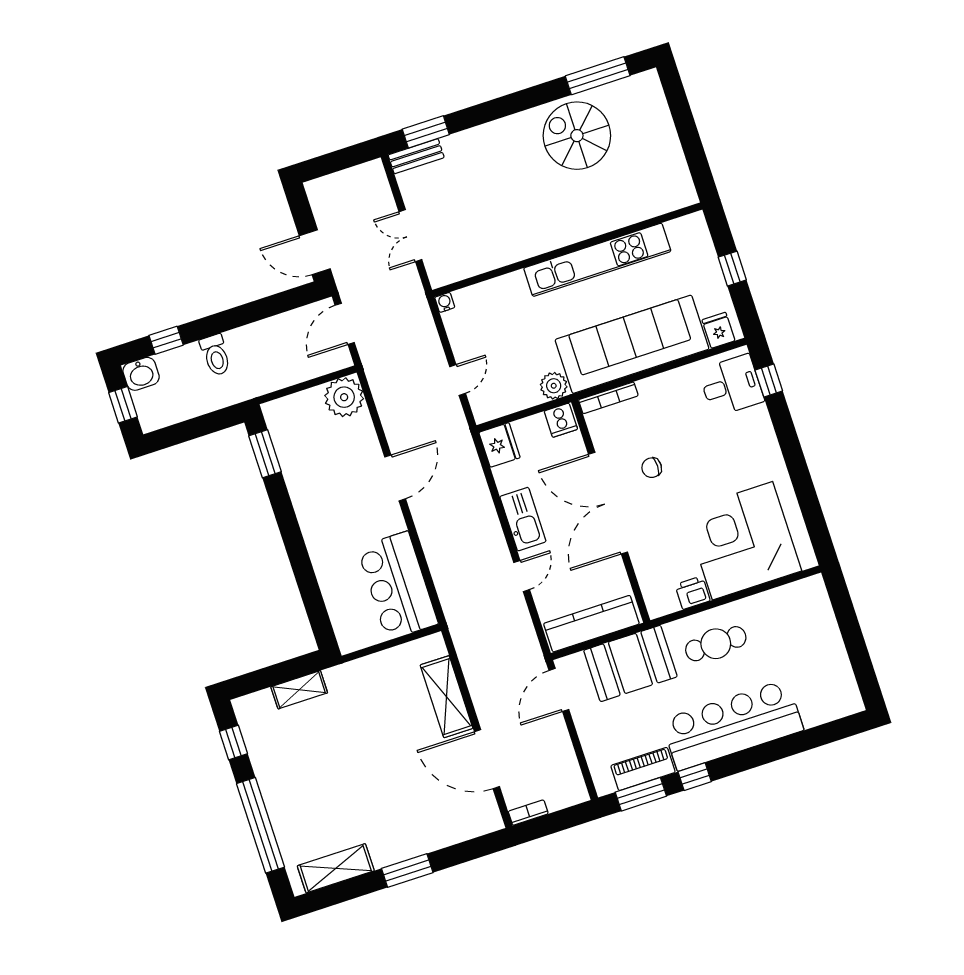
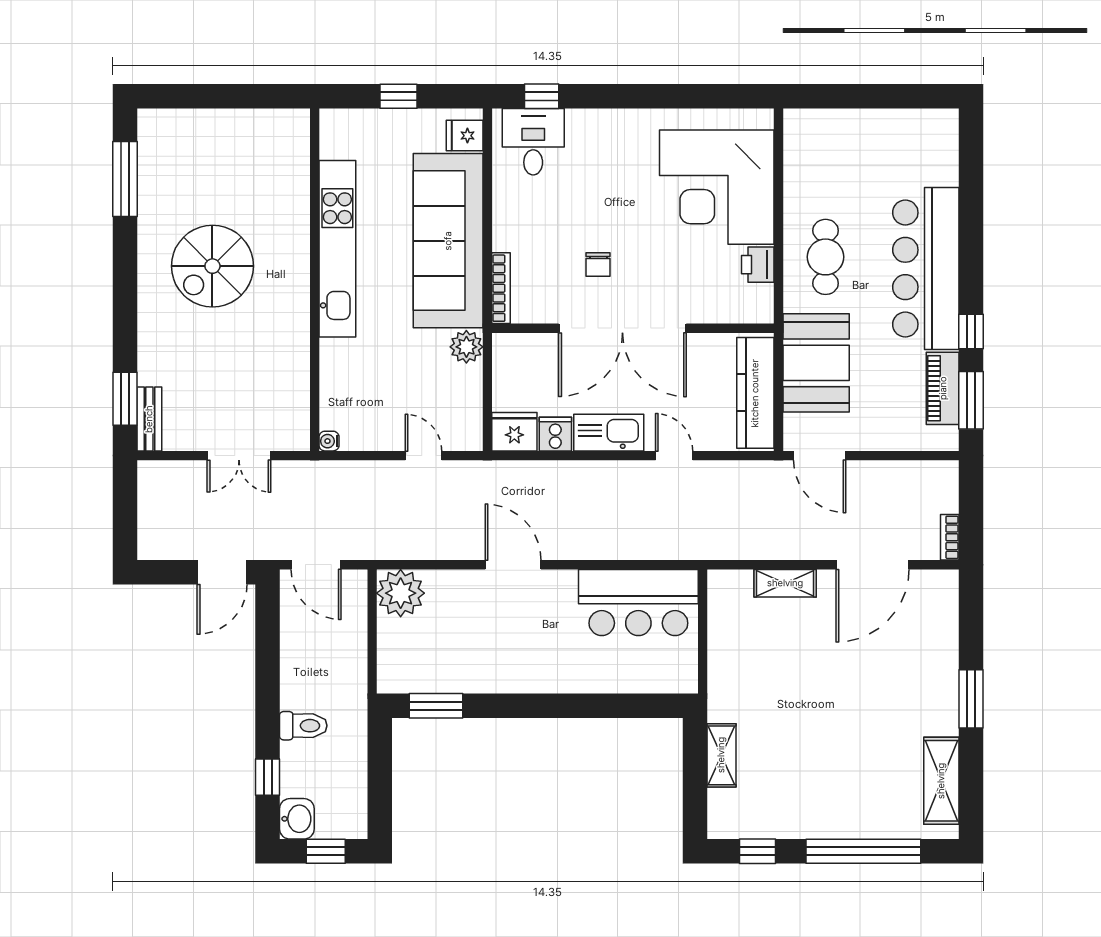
spiral stairs: (577, 136) -> (212, 266), moved
cooker: (561, 420) -> (555, 434), moved, turned -90
shelving: (447, 697) -> (785, 583), width x0.67, depth x0.75

